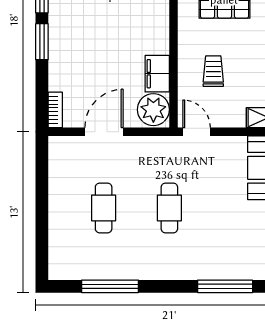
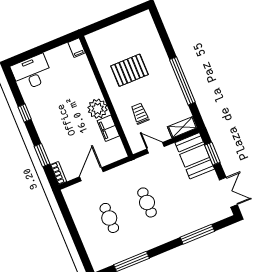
window: (42, 42) -> (42, 155), moved
plant: (153, 110) -> (98, 109), moved
door: (197, 132) -> (155, 148), moved

